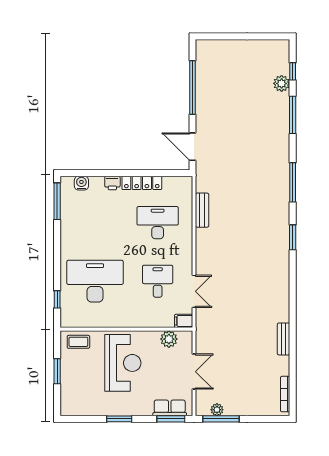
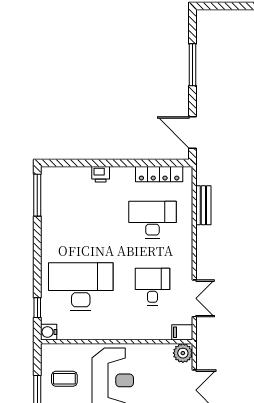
window: (193, 87) -> (193, 65), width x0.68
water cooler: (81, 183) -> (49, 332), moved, turned -90
locker: (142, 183) -> (159, 174), moved
plant: (169, 339) -> (183, 353), moved
coffee table: (78, 342) -> (64, 379), moved

